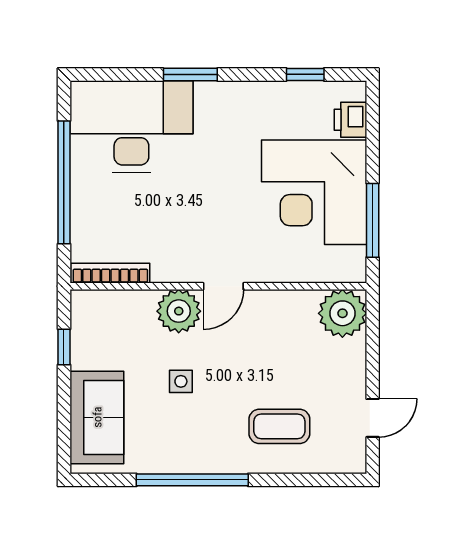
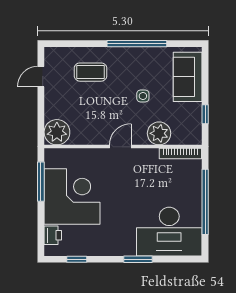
plant: (179, 311) -> (159, 133), moved

